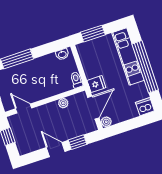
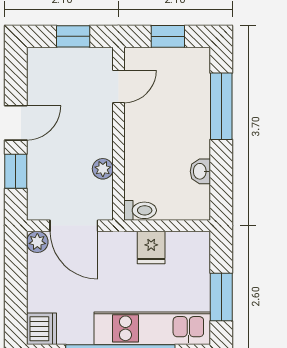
window: (93, 34) -> (221, 297), moved
washbasin: (62, 54) -> (200, 171), moved
fridge: (96, 84) -> (151, 247), moved

